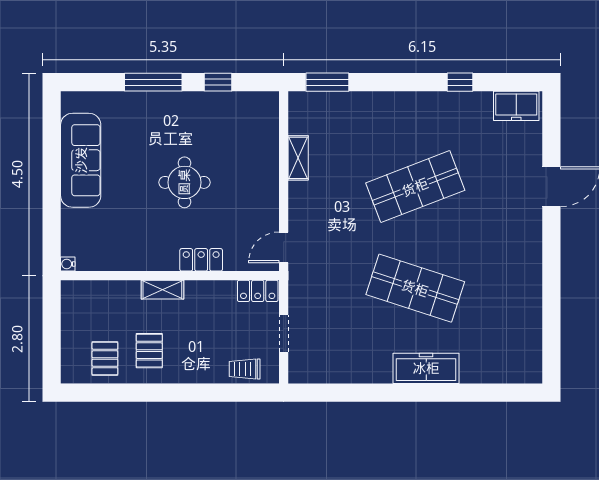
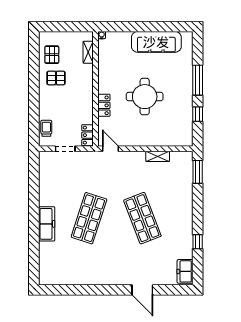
round table: (184, 182) -> (145, 97), width x1.36, depth x1.36
shelving: (162, 290) -> (88, 52), moved
pallet: (105, 359) -> (52, 55), turned 90

